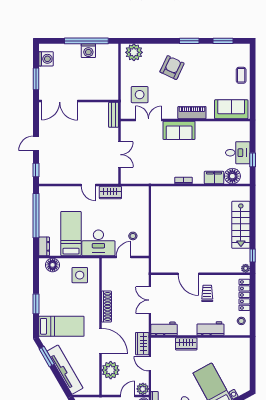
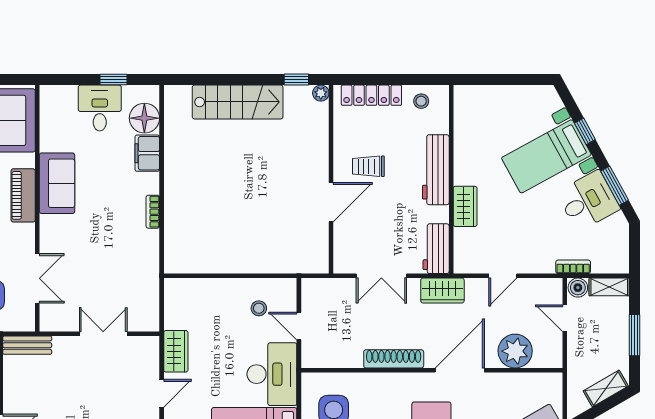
double door: (149, 120) -> (37, 278), swing flipped
sofa: (179, 130) -> (57, 183), moved
workbench: (210, 329) -> (436, 170), width x1.38
wardrobe: (142, 344) -> (442, 291), moved
plant: (143, 389) -> (551, 290), removed

